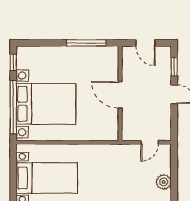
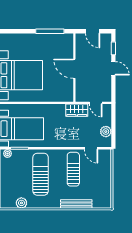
door: (150, 142) -> (96, 103), hinge flipped
wardrobe: (123, 152) -> (77, 110), added

